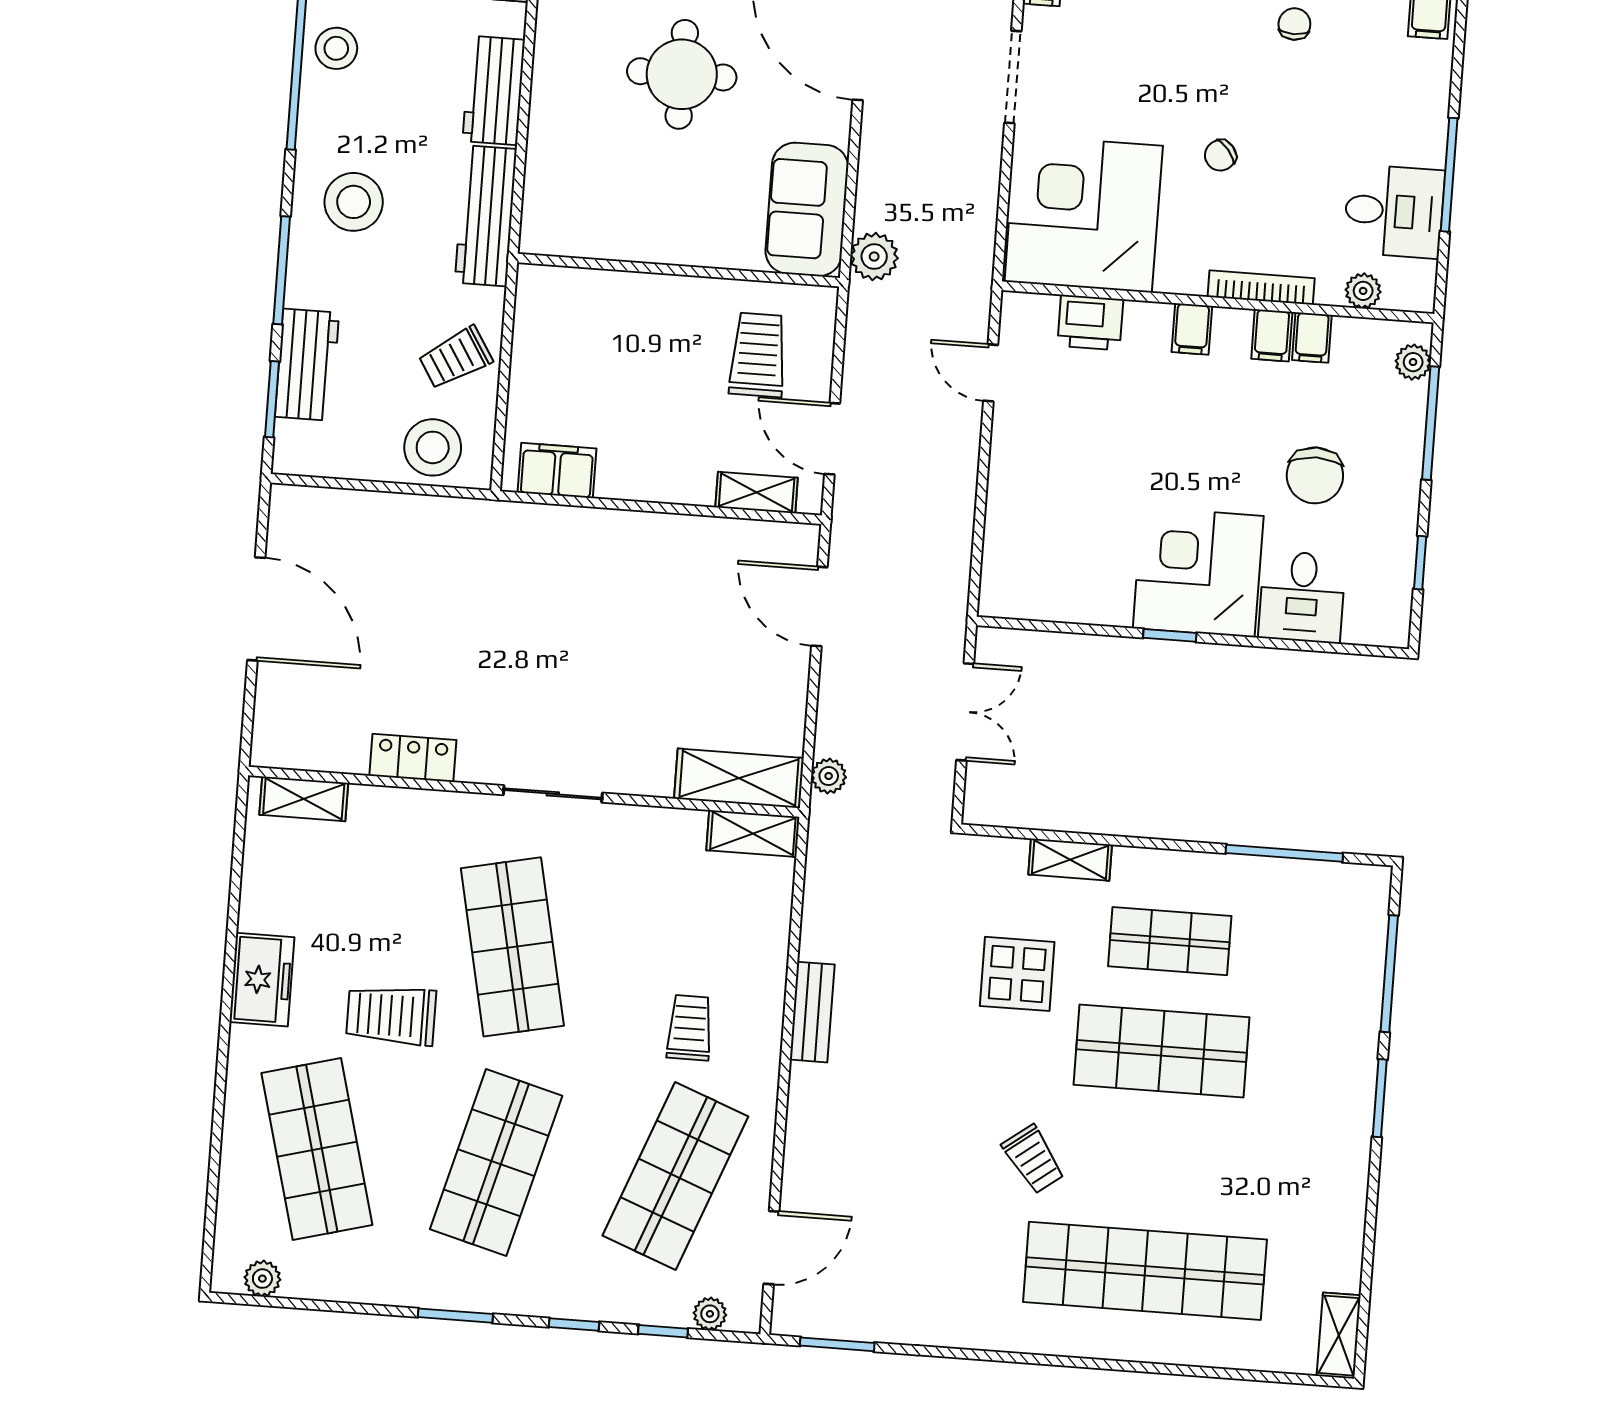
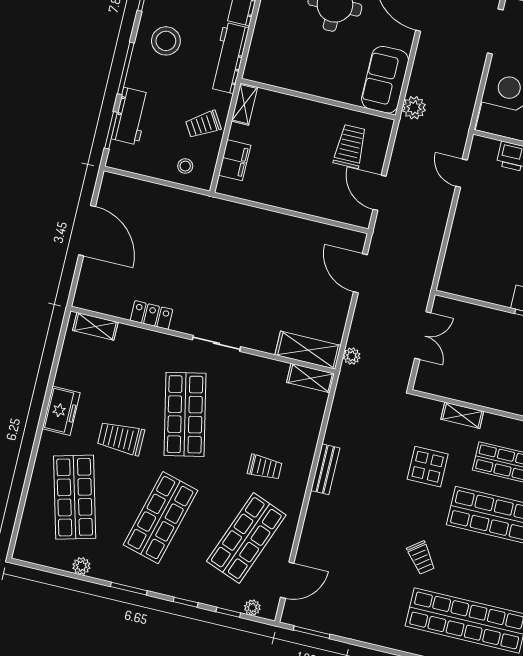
stool: (433, 447) -> (185, 166), width x0.53, depth x0.53
filing cabinet: (557, 470) -> (235, 160), moved, turned 90
shelving: (757, 493) -> (244, 104), moved, turned 90
trolley: (690, 1028) -> (265, 467), turned 90
plant: (262, 1279) -> (81, 566), moved

